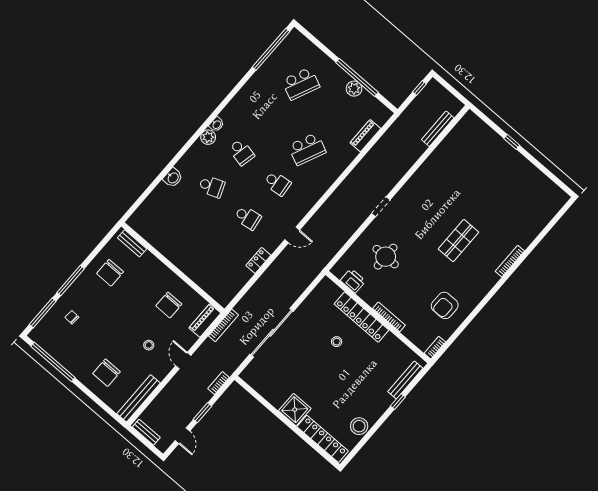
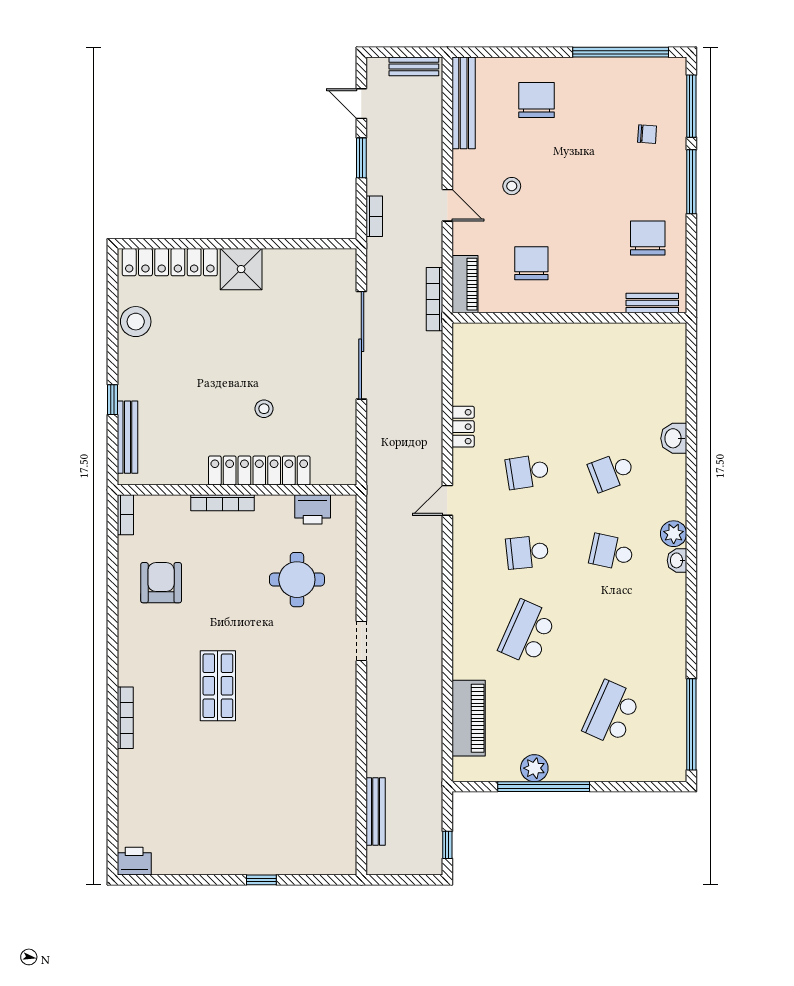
piano: (365, 136) -> (469, 718), width x1.37, depth x1.33
printer: (559, 197) -> (134, 861), added

